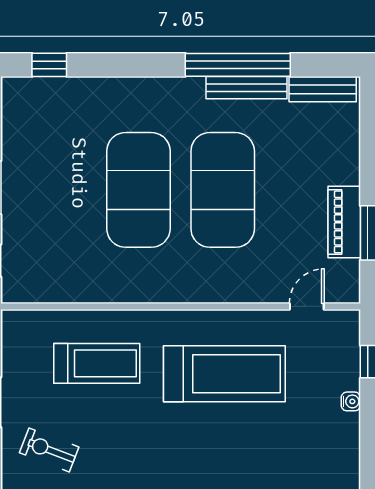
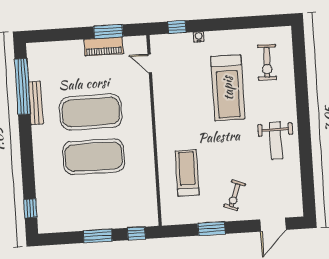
window: (238, 65) -> (22, 86), moved
bench: (323, 89) -> (34, 62), removed
treadmill: (224, 374) -> (228, 88), moved, turned 180

